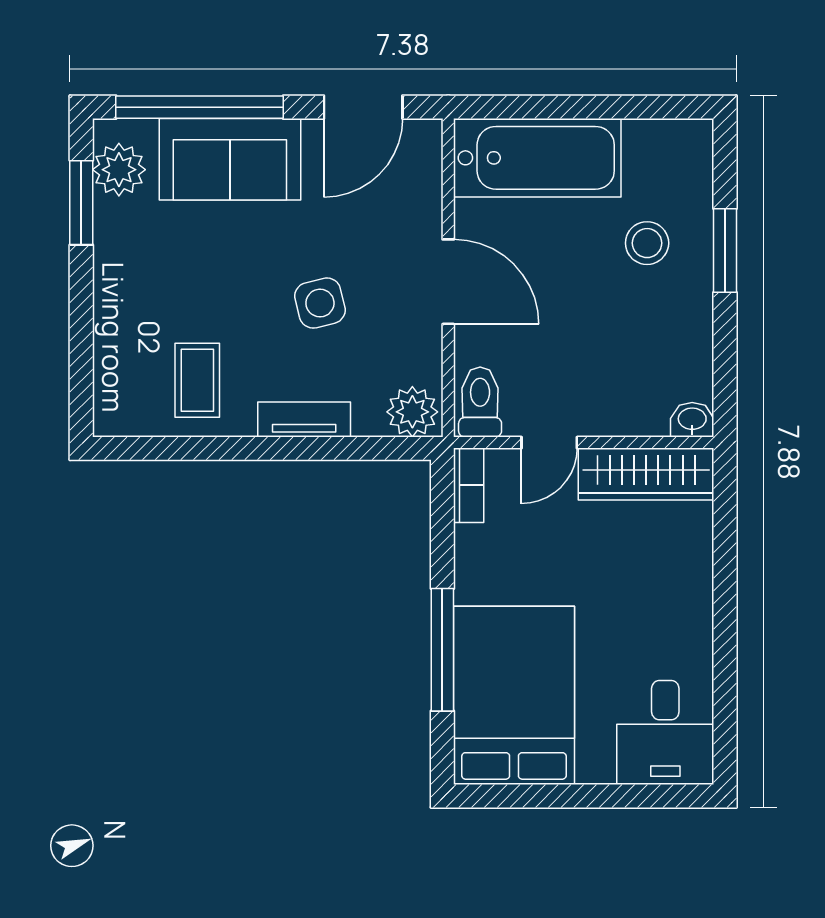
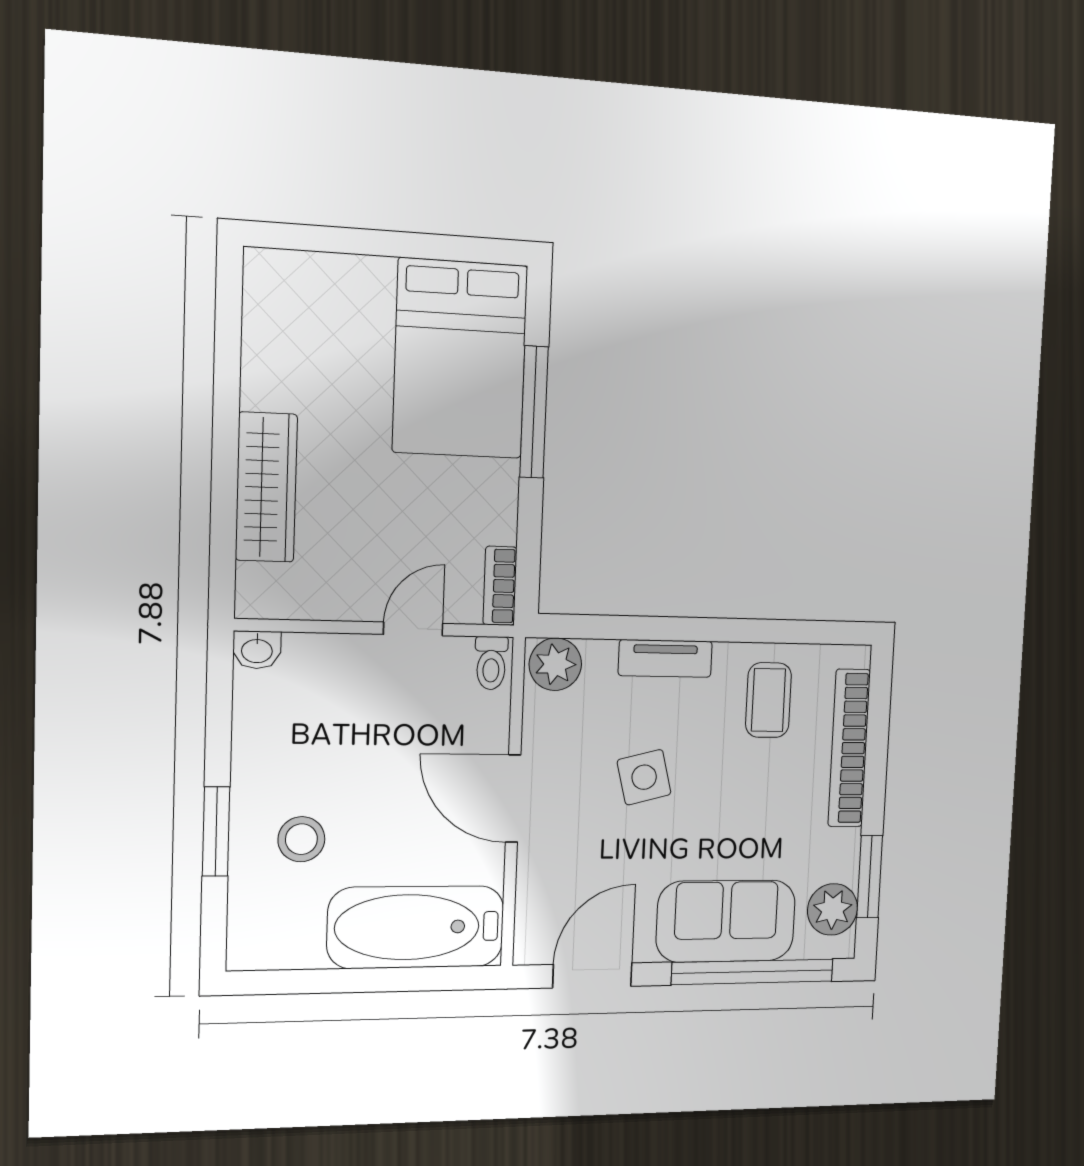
bookcase: (111, 333) -> (849, 748), added
toilet: (480, 402) -> (491, 663), width x0.73, depth x0.72
wardrobe: (646, 474) -> (266, 487), moved, turned 90
desk: (665, 733) -> (296, 308), removed

